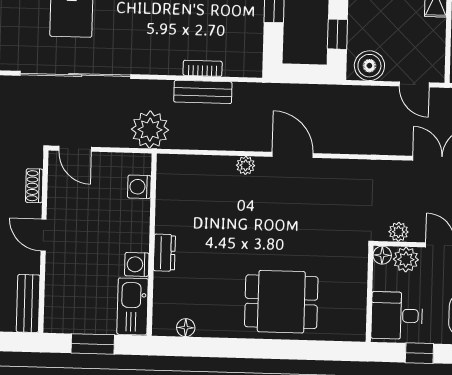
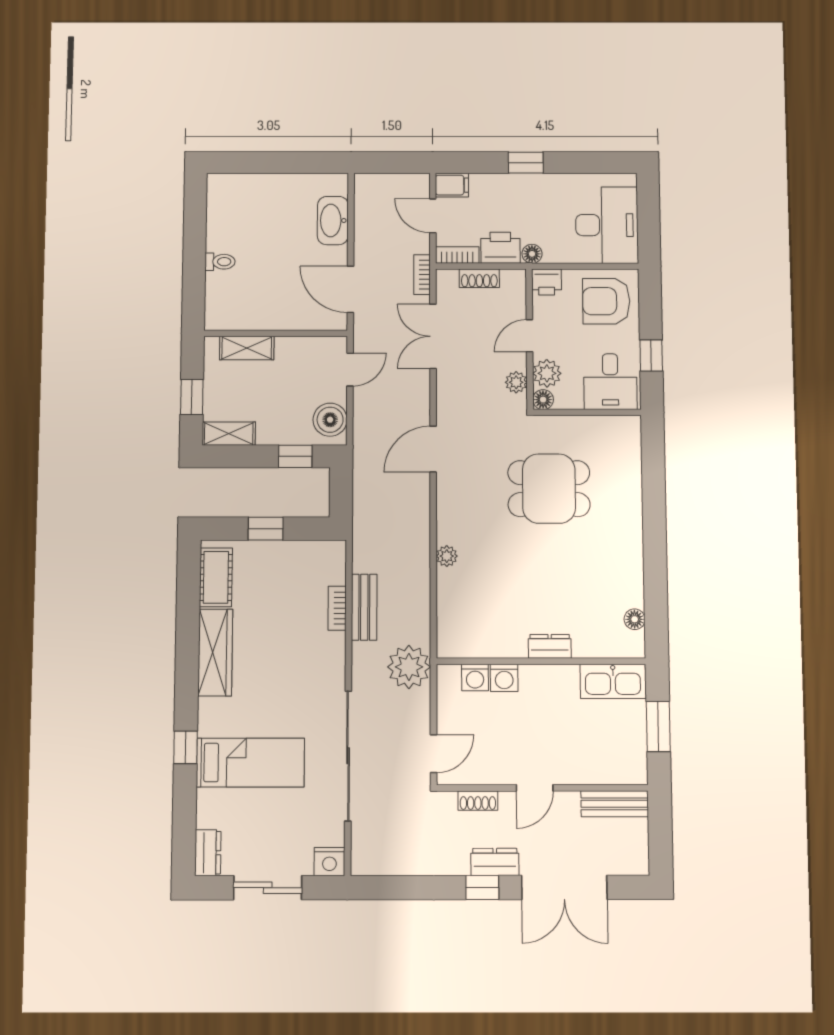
door: (293, 155) -> (433, 449), moved
washing machine: (137, 264) -> (504, 678), moved
dining table: (281, 302) -> (549, 489), moved, turned 90

